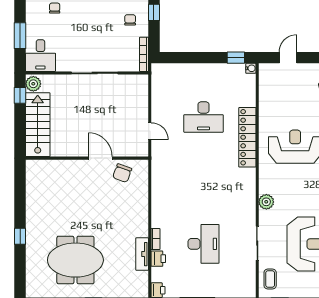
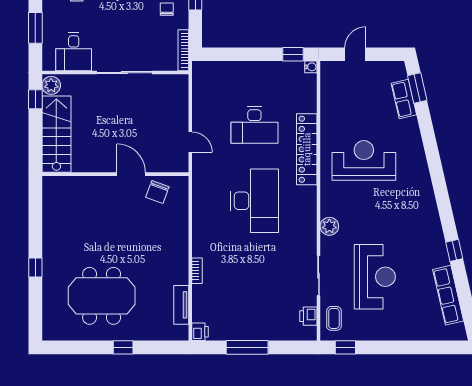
desk: (40, 56) -> (74, 52), moved
desk: (203, 244) -> (254, 201), moved, width x1.36, depth x1.30
tv unit: (142, 254) -> (181, 305), moved
printer: (158, 259) -> (308, 316), moved, turned 180

